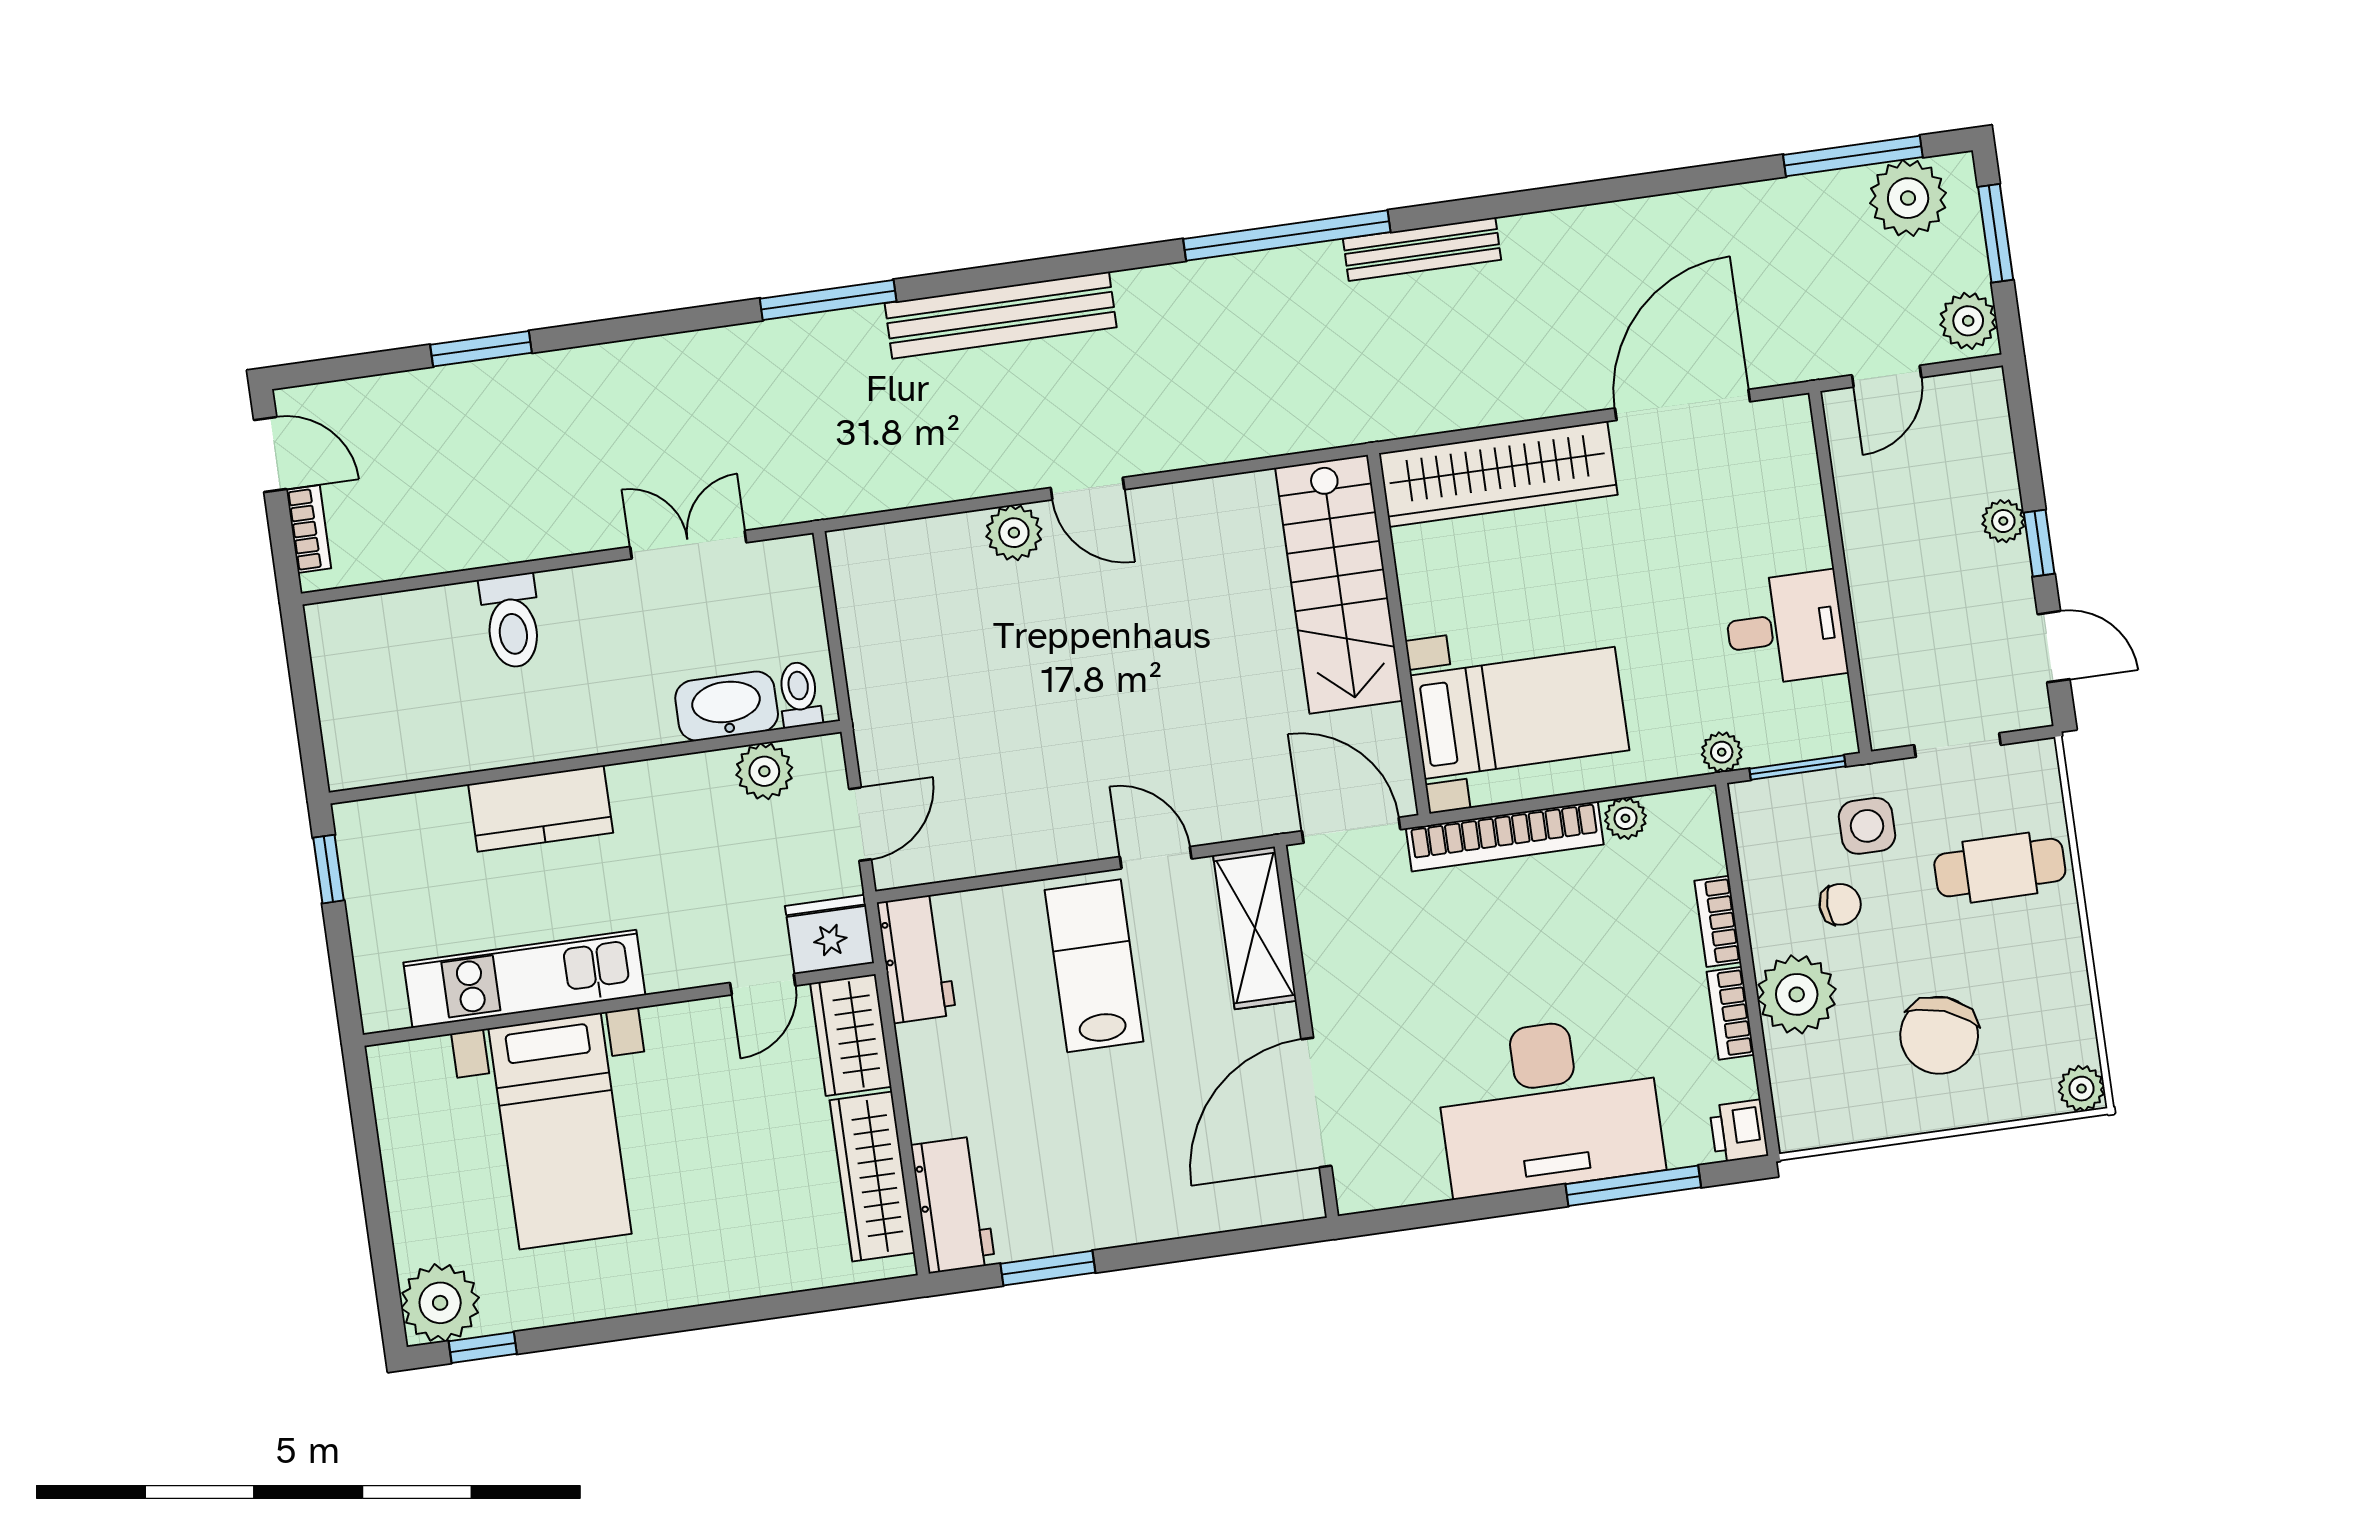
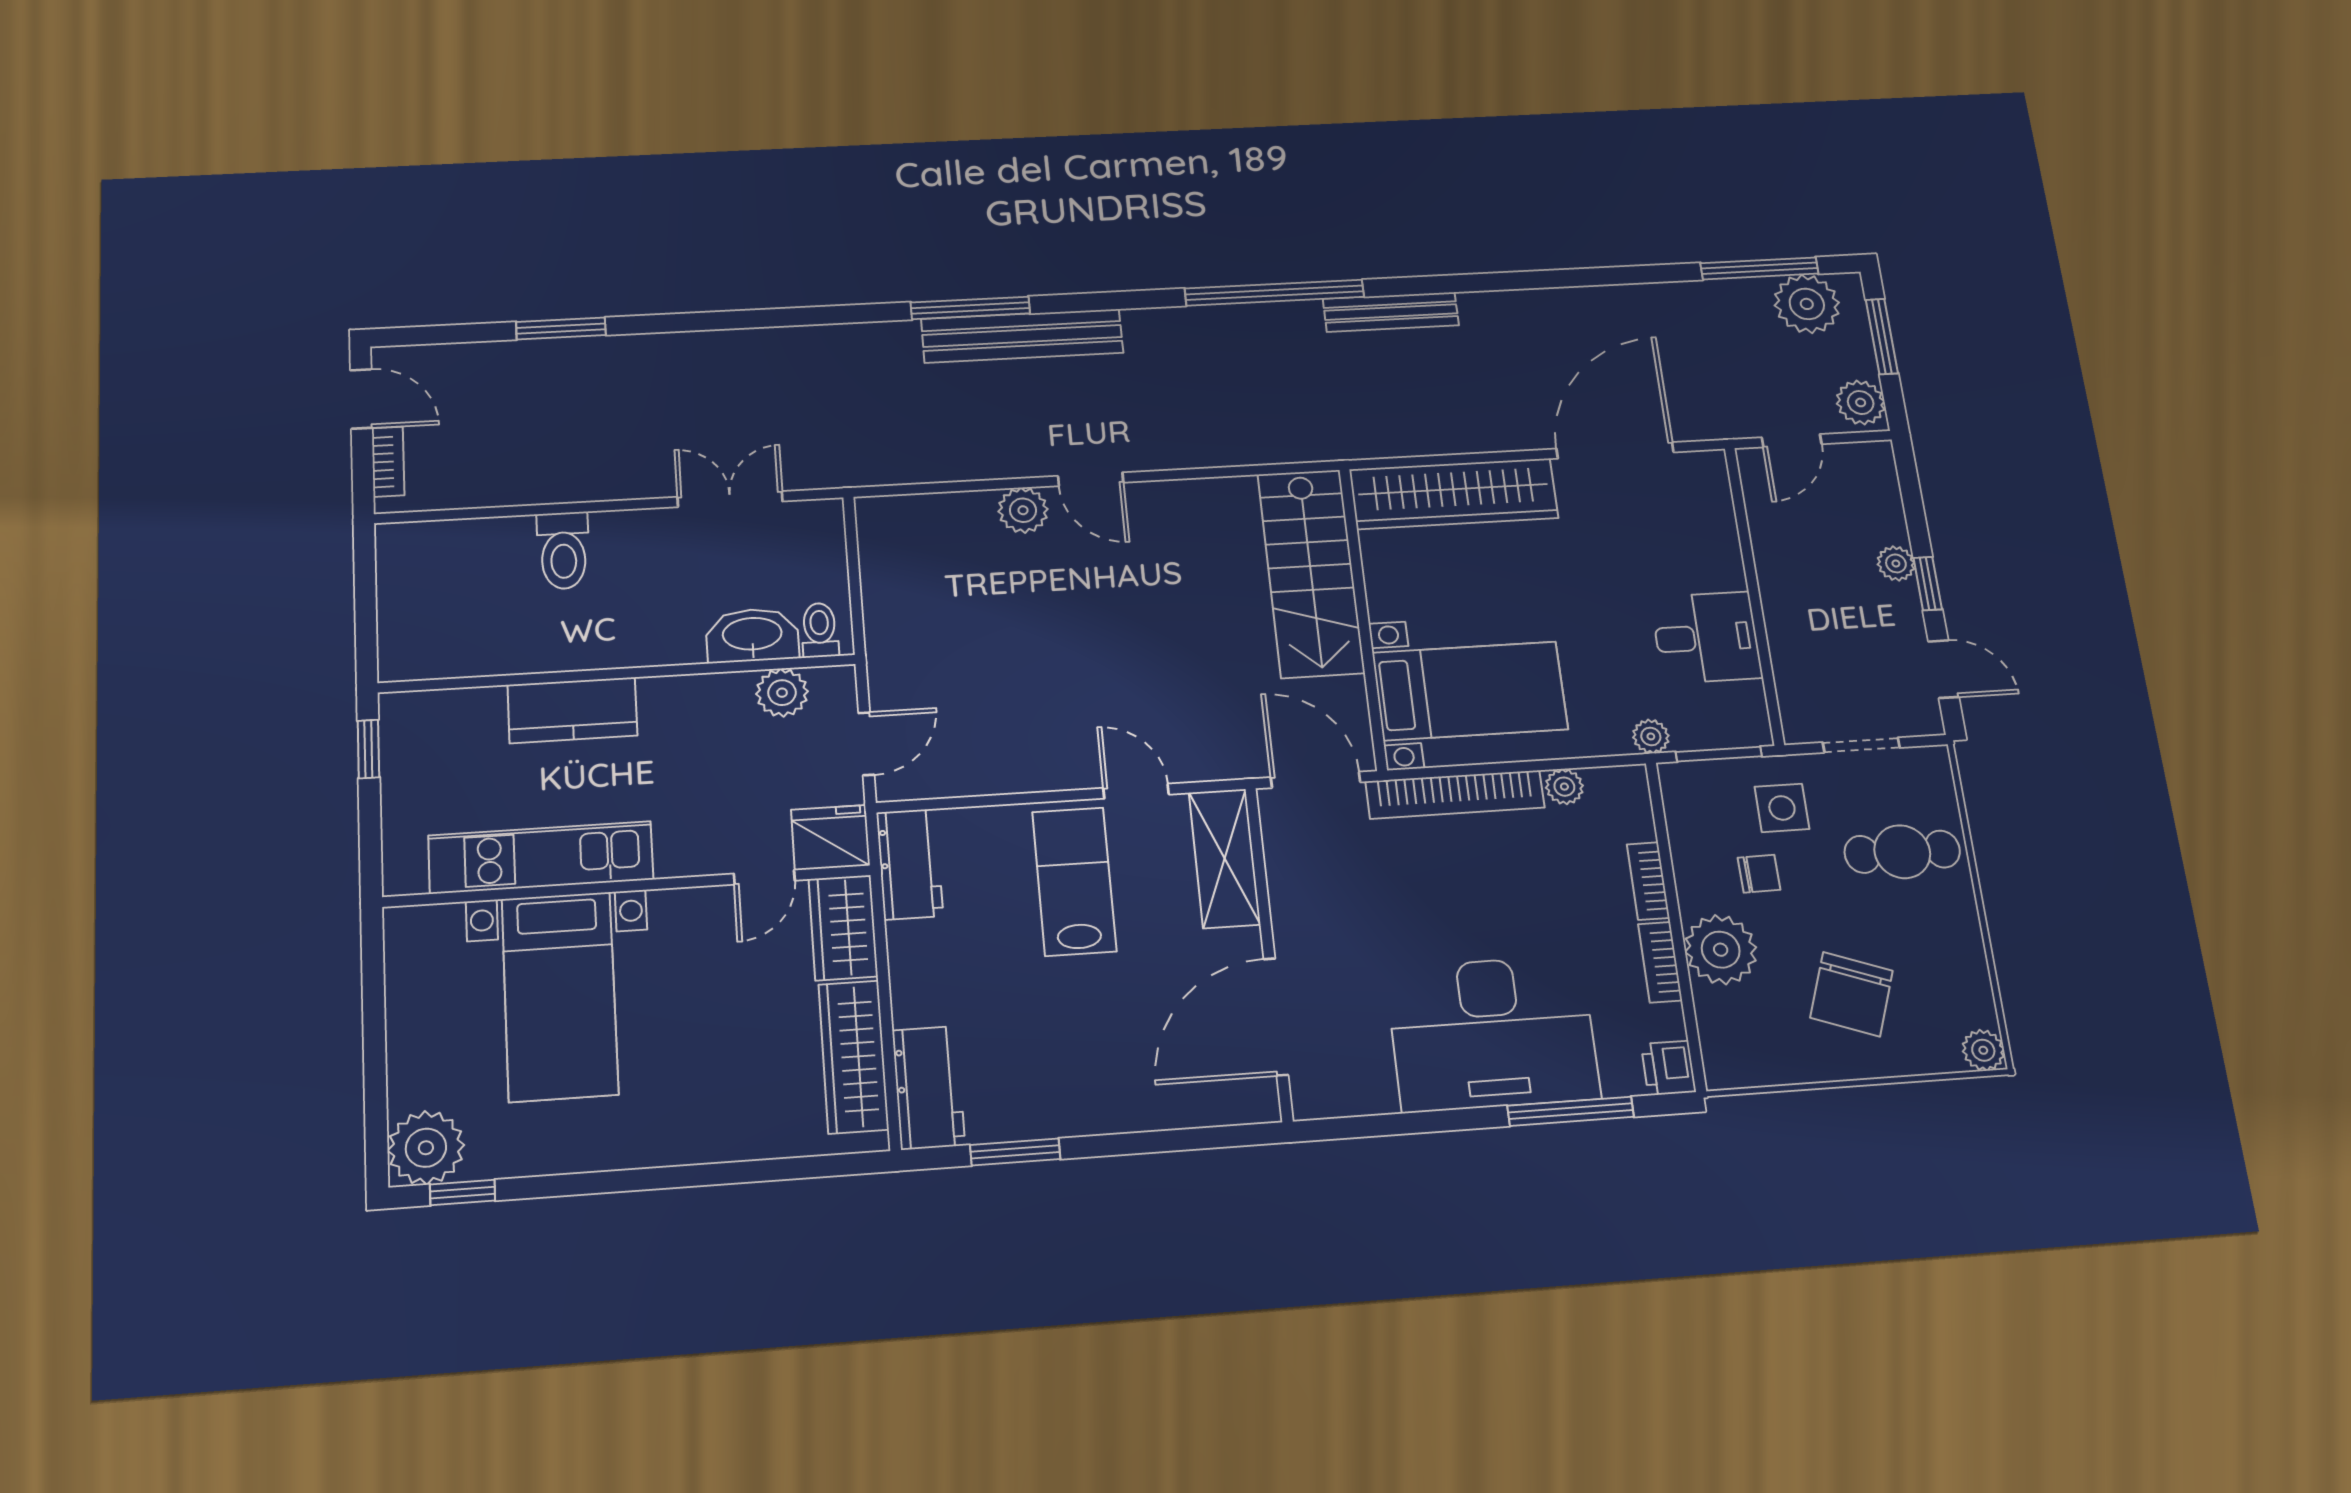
window: (828, 300) -> (970, 308), moved

